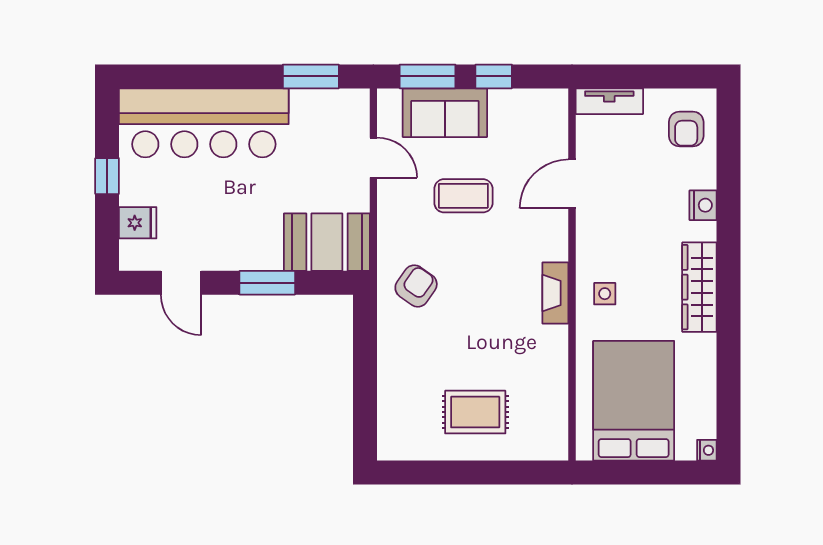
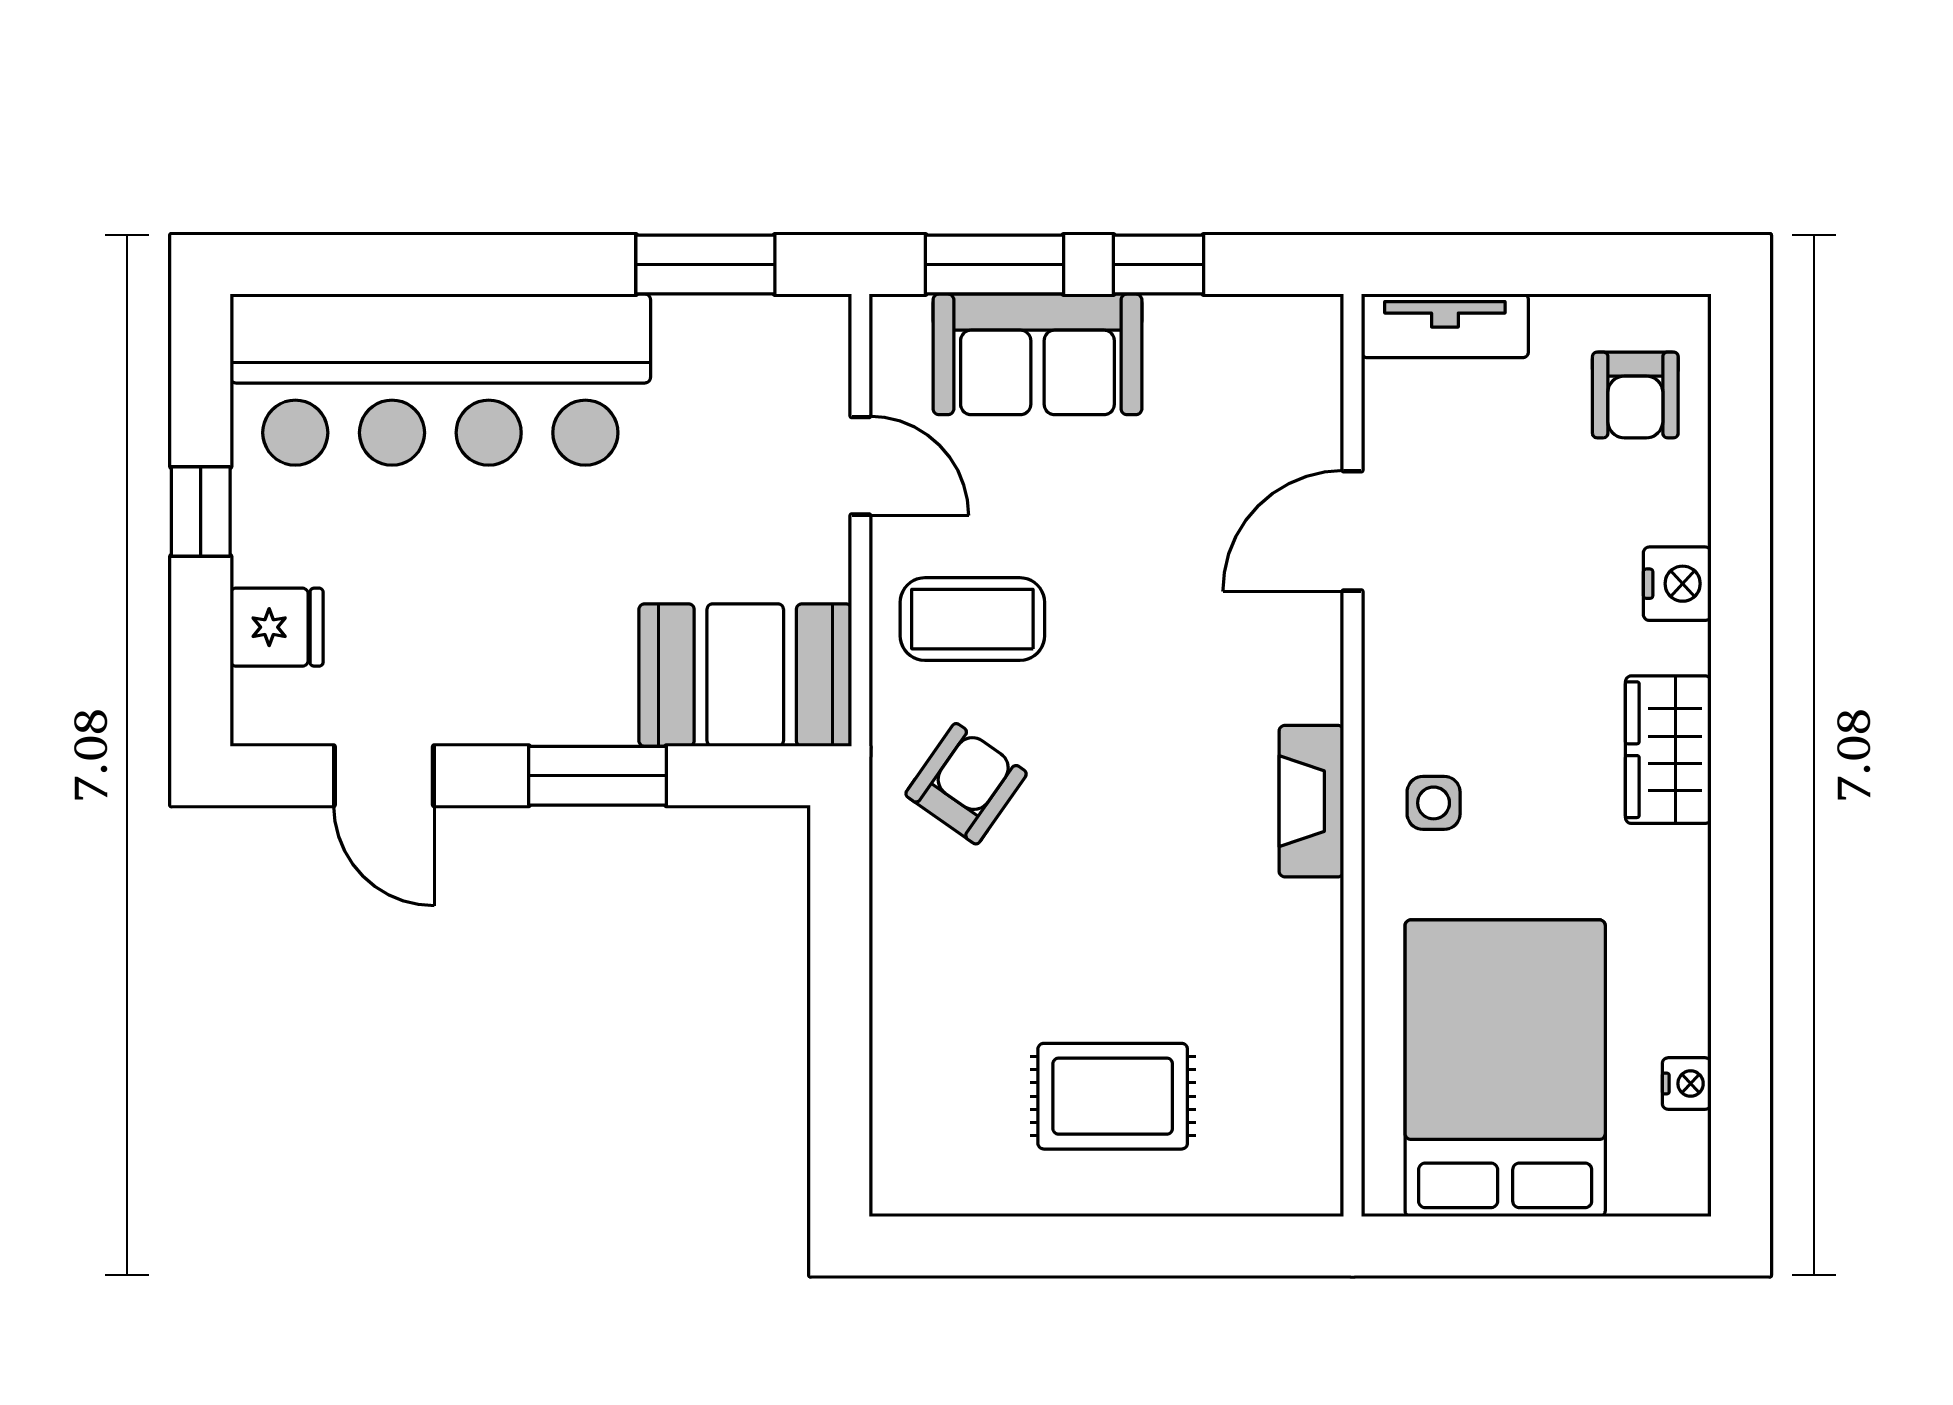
coffee table: (463, 196) -> (972, 619), moved
wardrobe: (699, 287) -> (1668, 750), width x0.67
nightstand: (707, 450) -> (1687, 1084), moved

